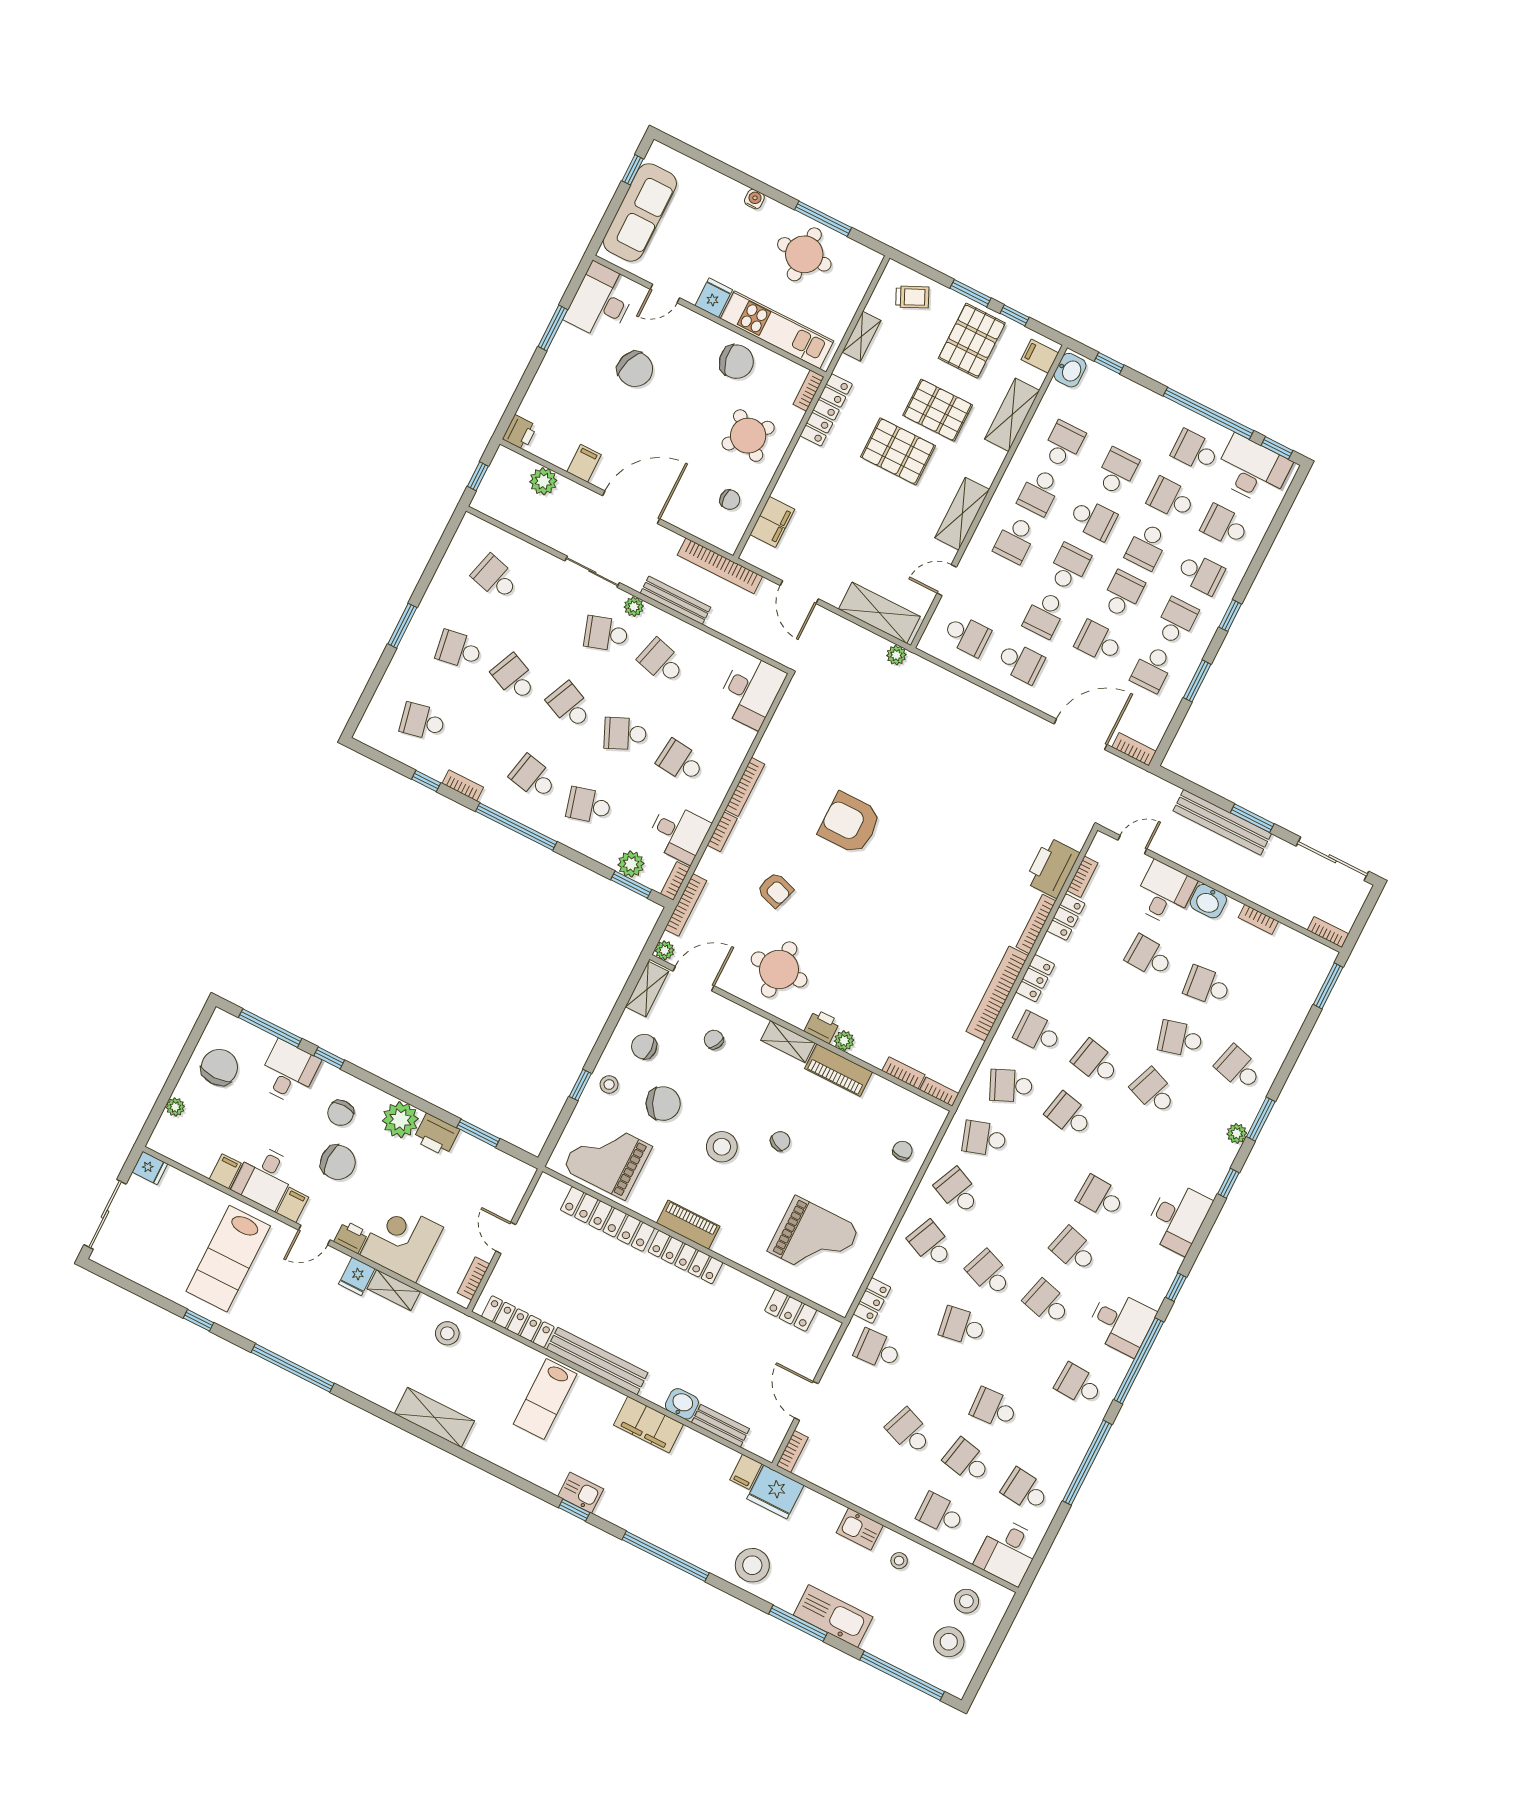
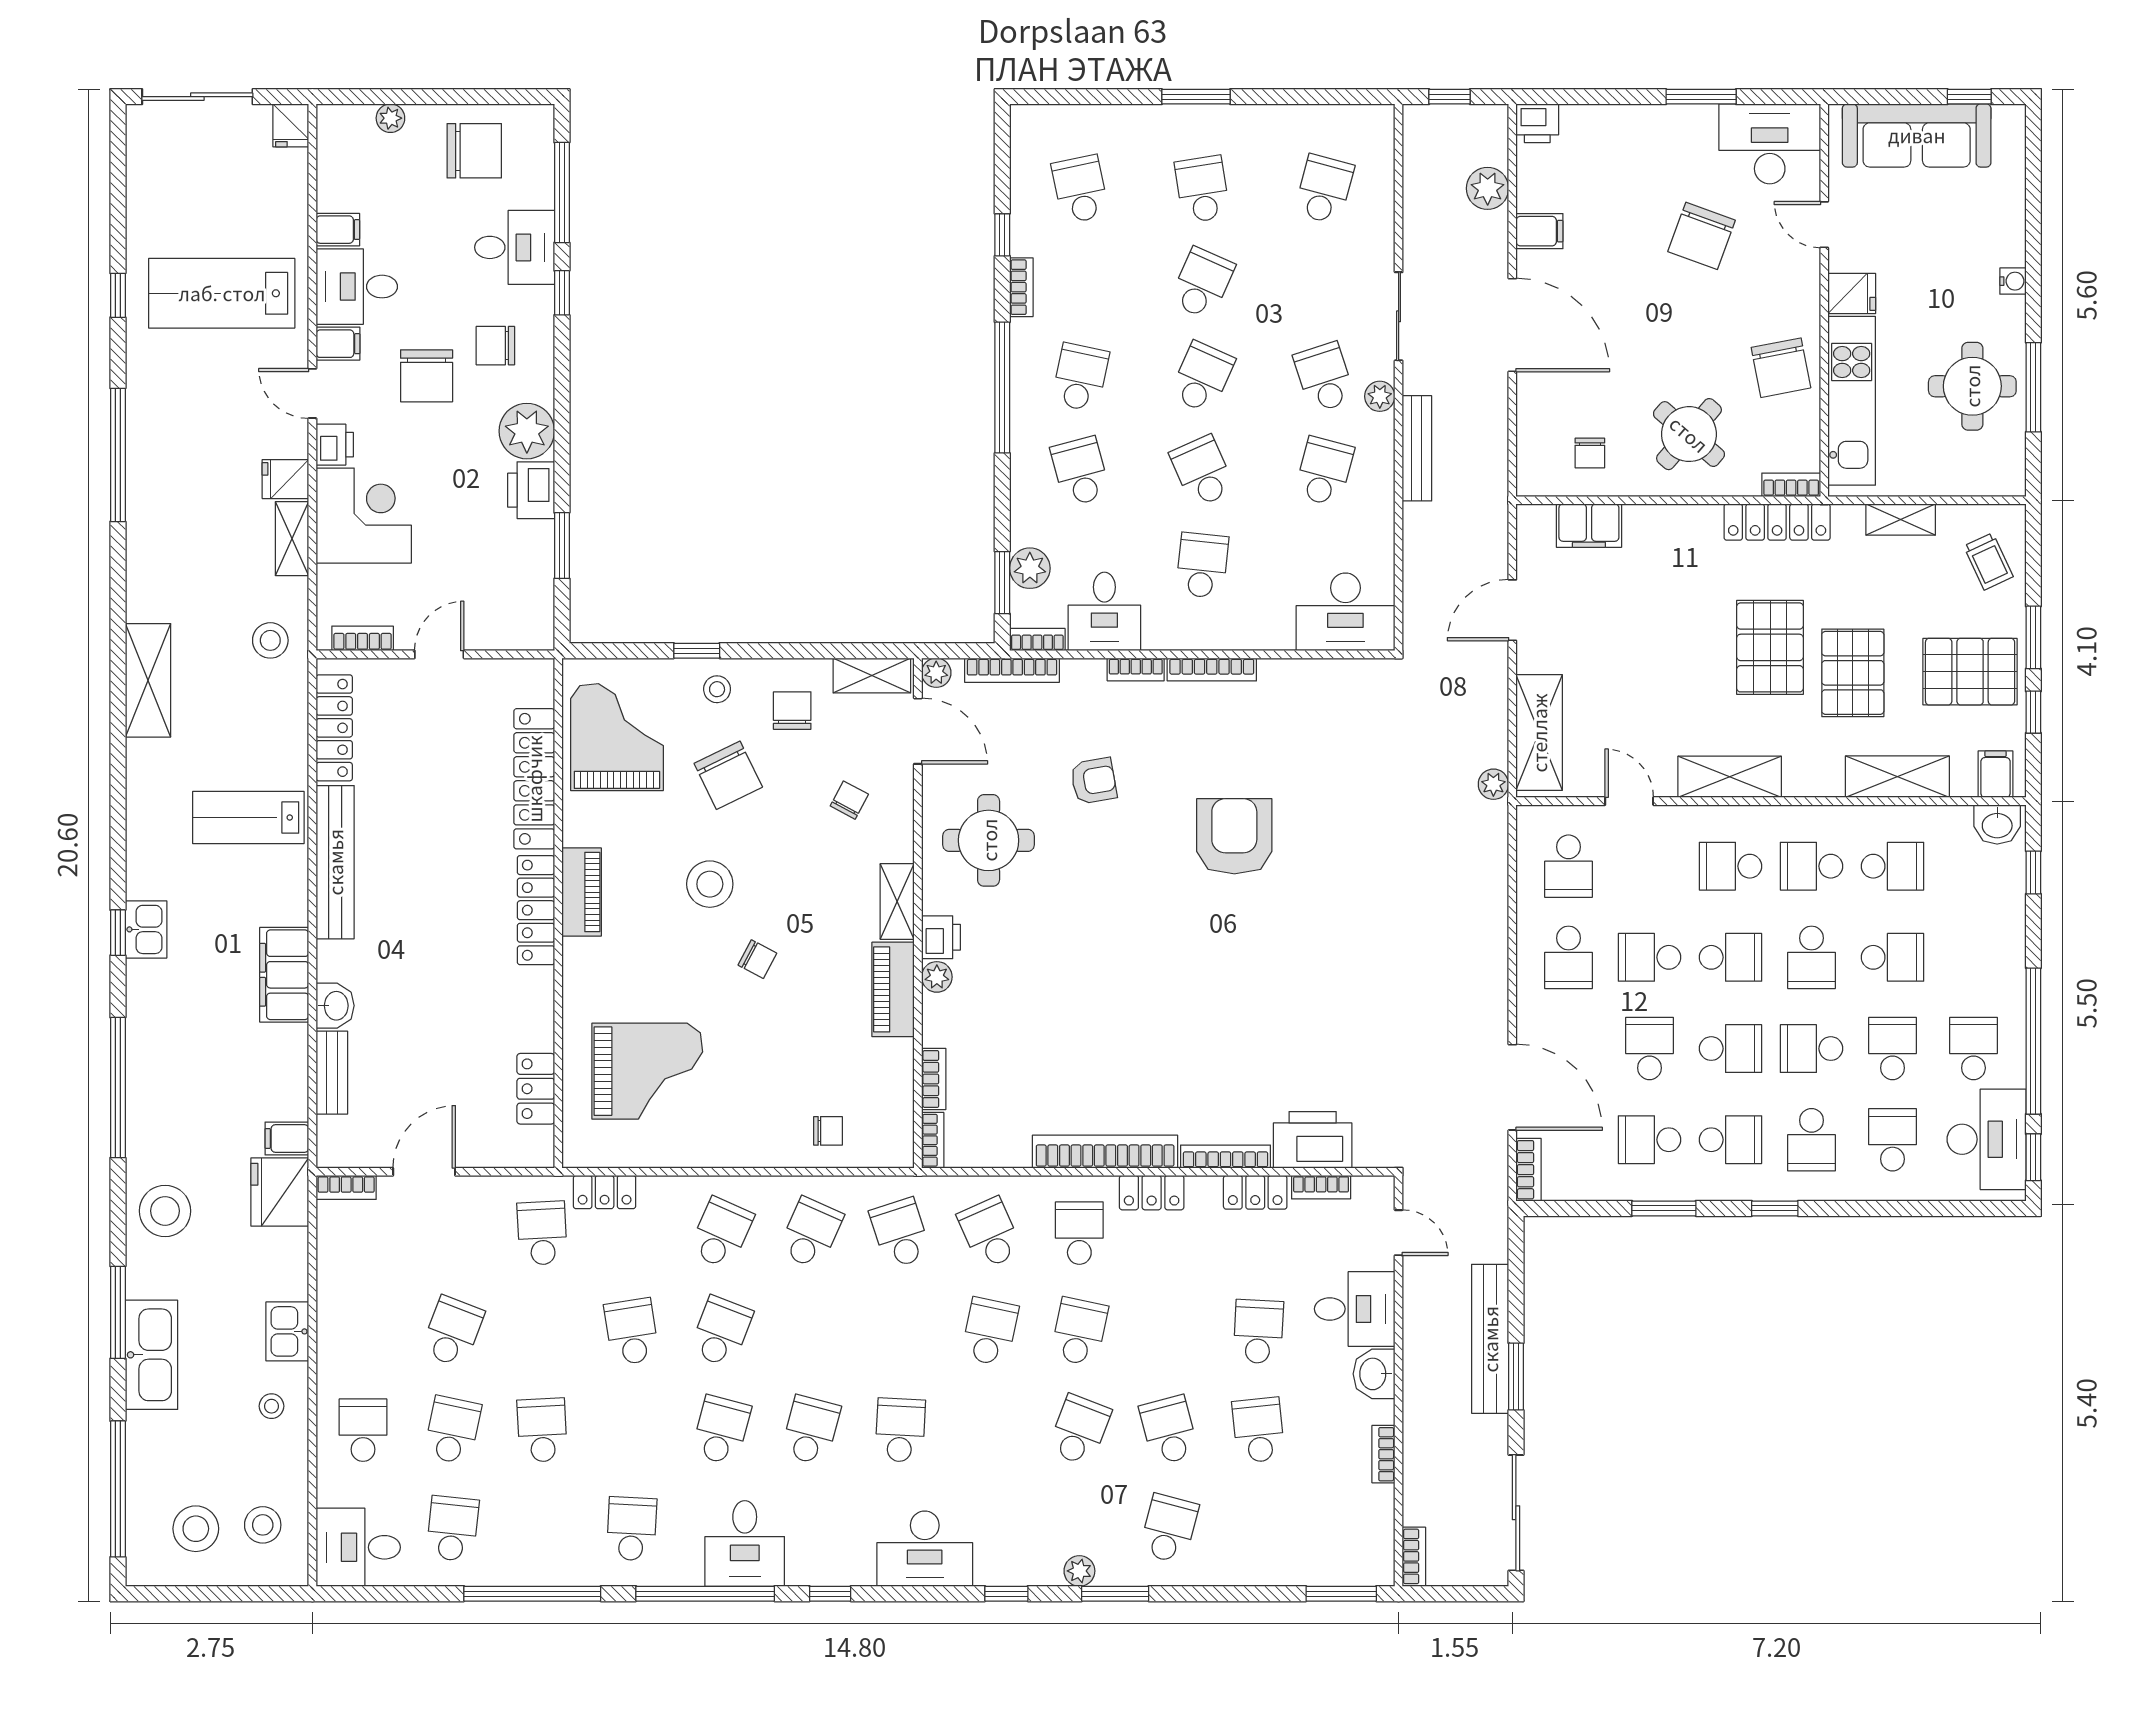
bookcase: (720, 566) -> (1494, 485), removed
armchair: (775, 890) -> (1094, 781), turned -118
grand piano: (813, 1239) -> (647, 1071), turned -90

